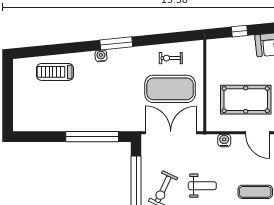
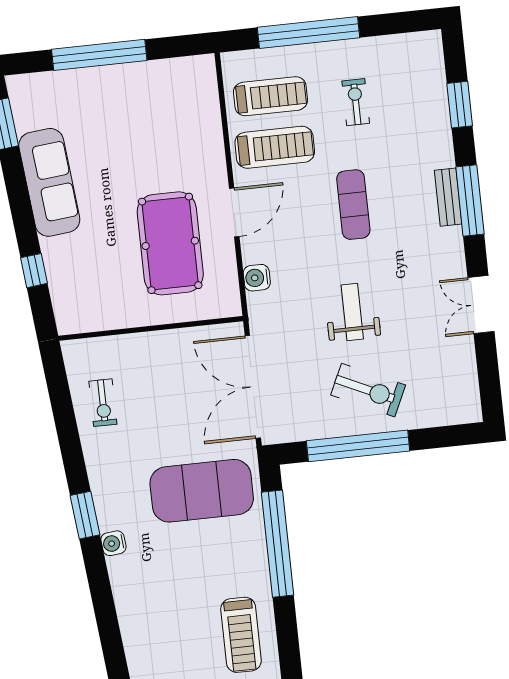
window: (116, 43) -> (85, 515), width x0.69
treadmill: (55, 72) -> (241, 635), moved
exercise mat: (170, 89) -> (202, 491), moved, turned 90

